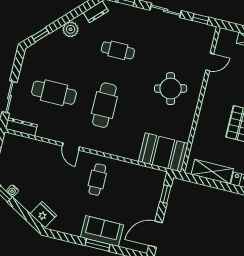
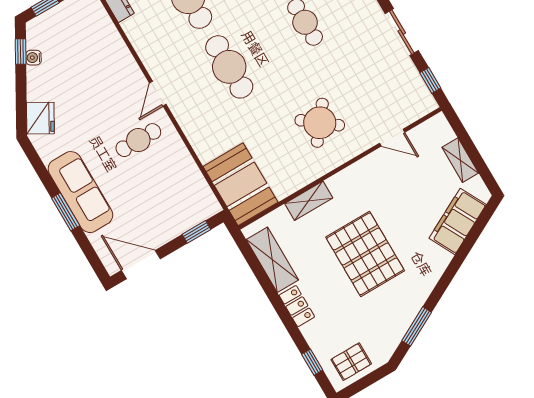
round table: (171, 89) -> (320, 123), turned -38
cafe table: (104, 105) -> (229, 67), turned 90
shelving: (201, 129) -> (309, 201), added
door: (71, 146) -> (158, 94), moved
sofa: (102, 231) -> (80, 192), width x1.36

